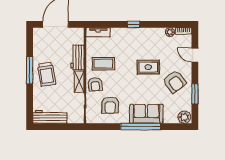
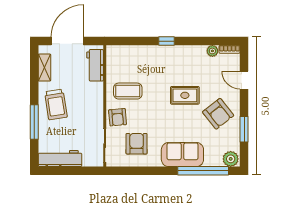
tv unit: (98, 32) -> (121, 51), removed
workbench: (77, 58) -> (95, 65), moved
window: (30, 70) -> (34, 122), moved
shelving: (79, 82) -> (45, 68), moved
armchair: (110, 105) -> (137, 144), turned 180
window: (141, 127) -> (203, 171), moved

